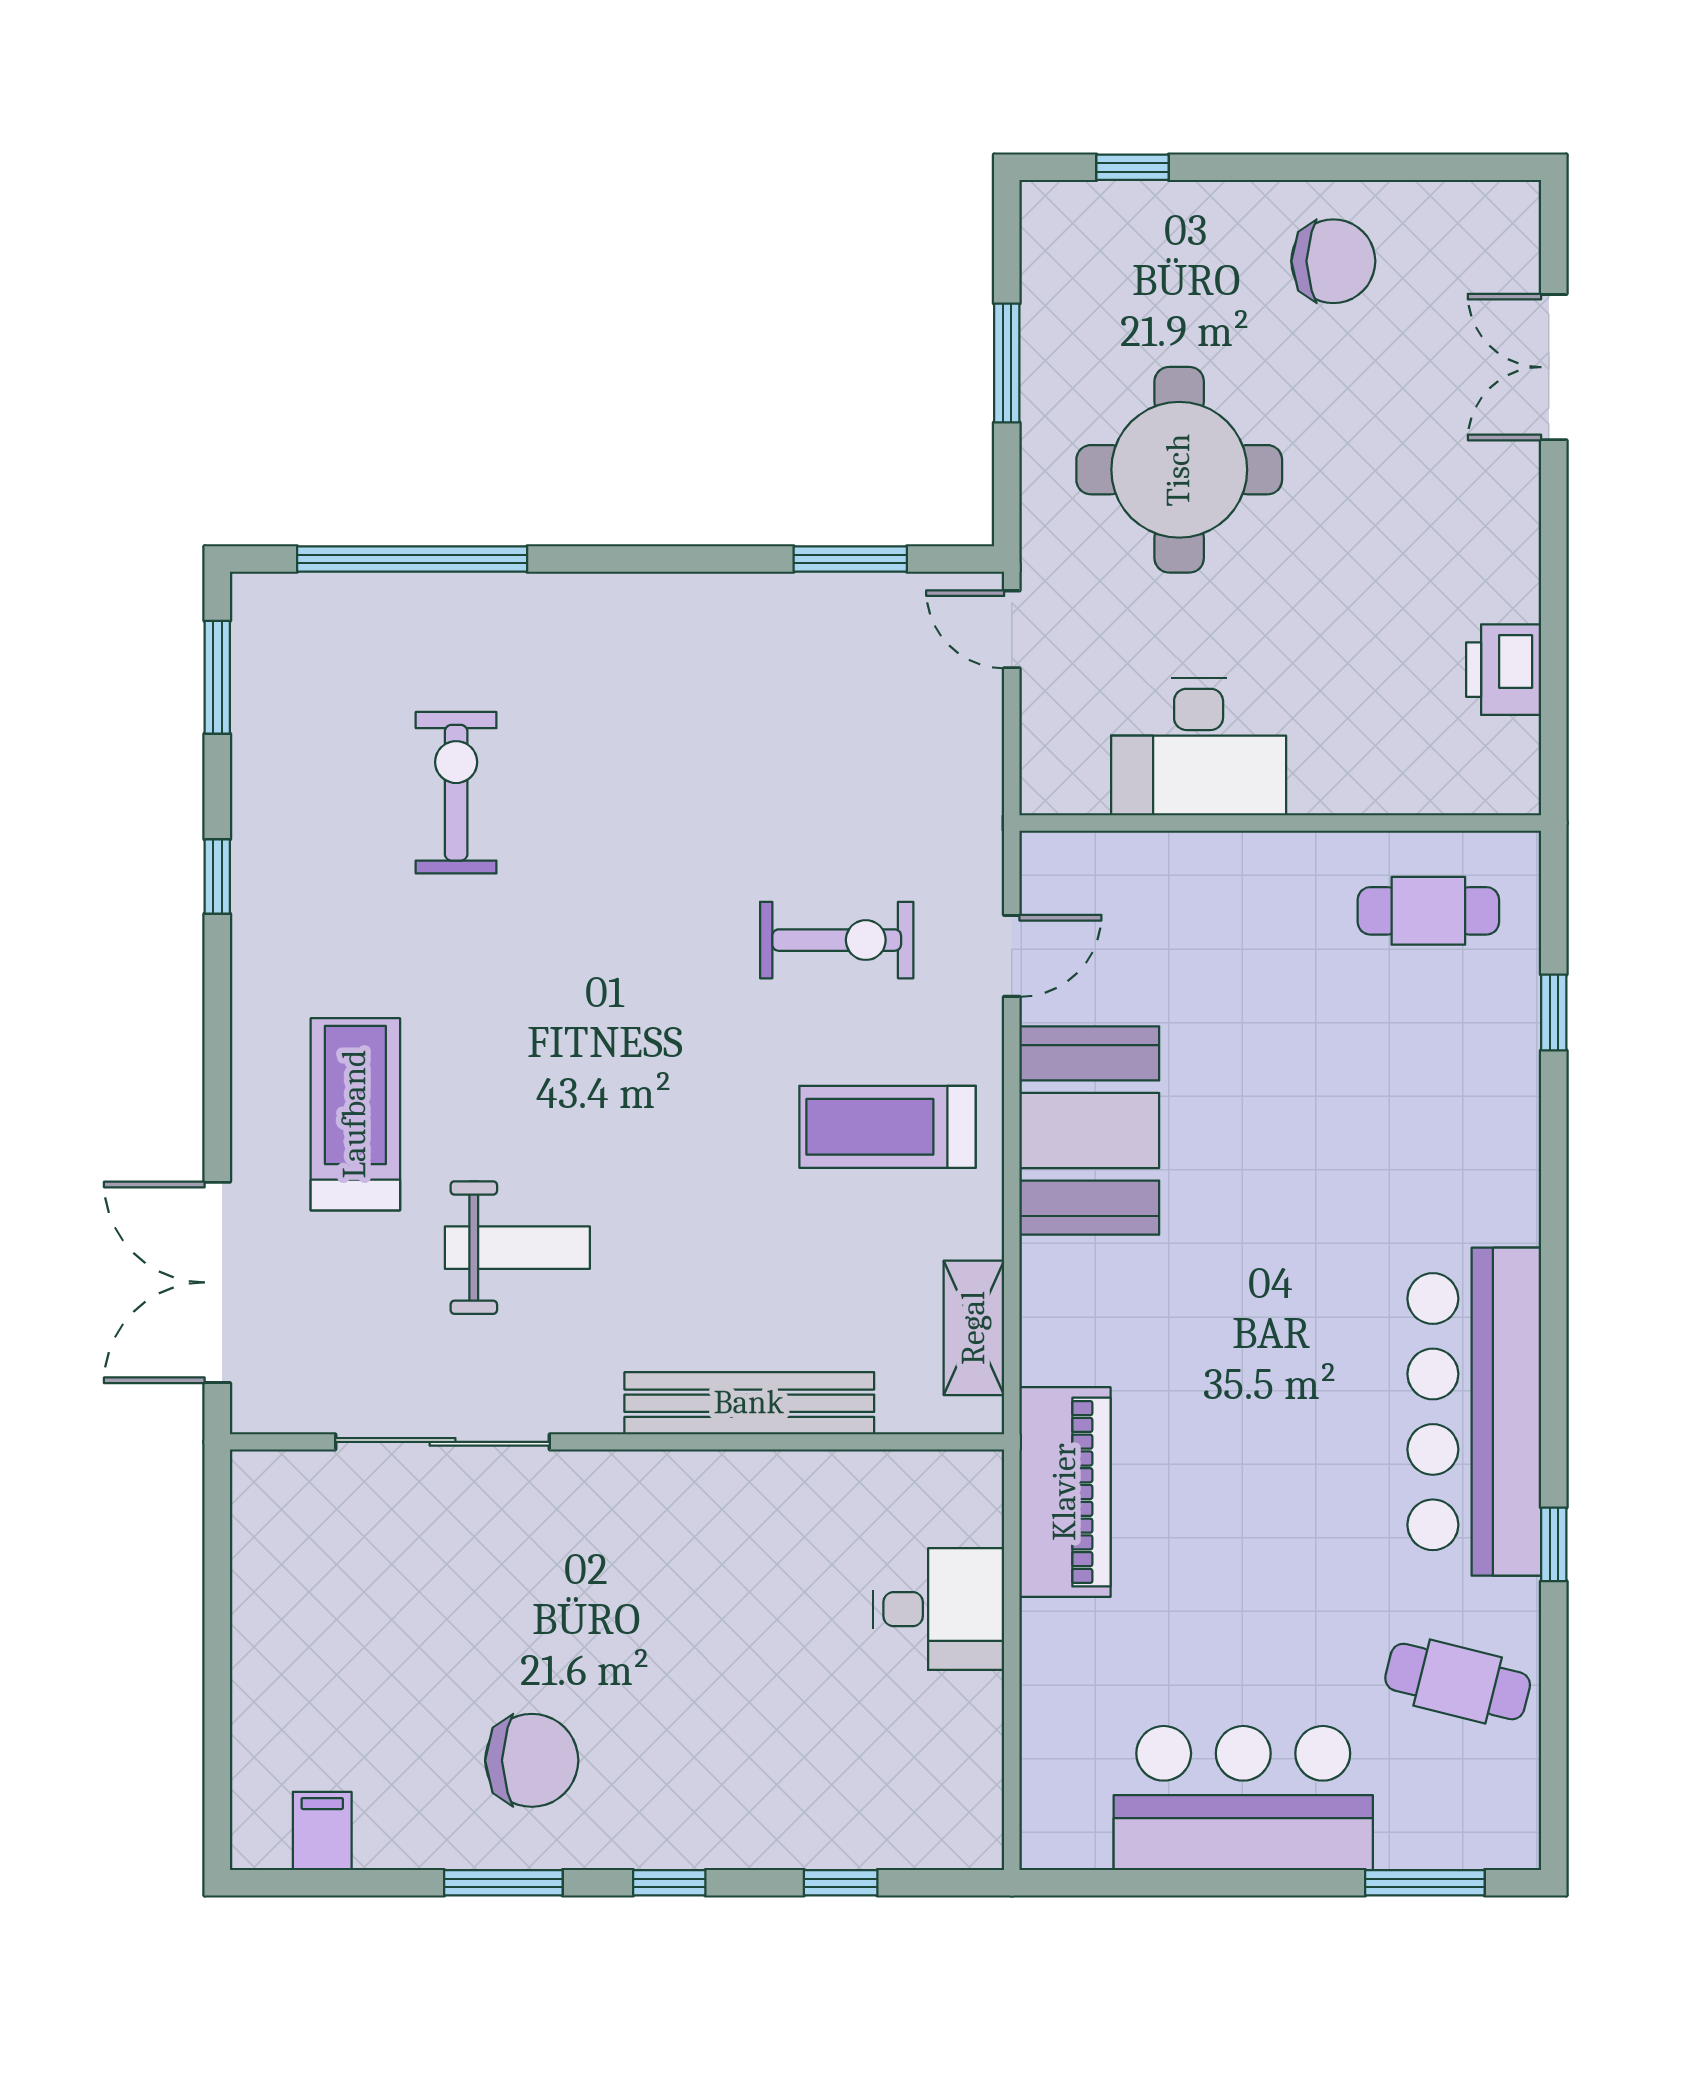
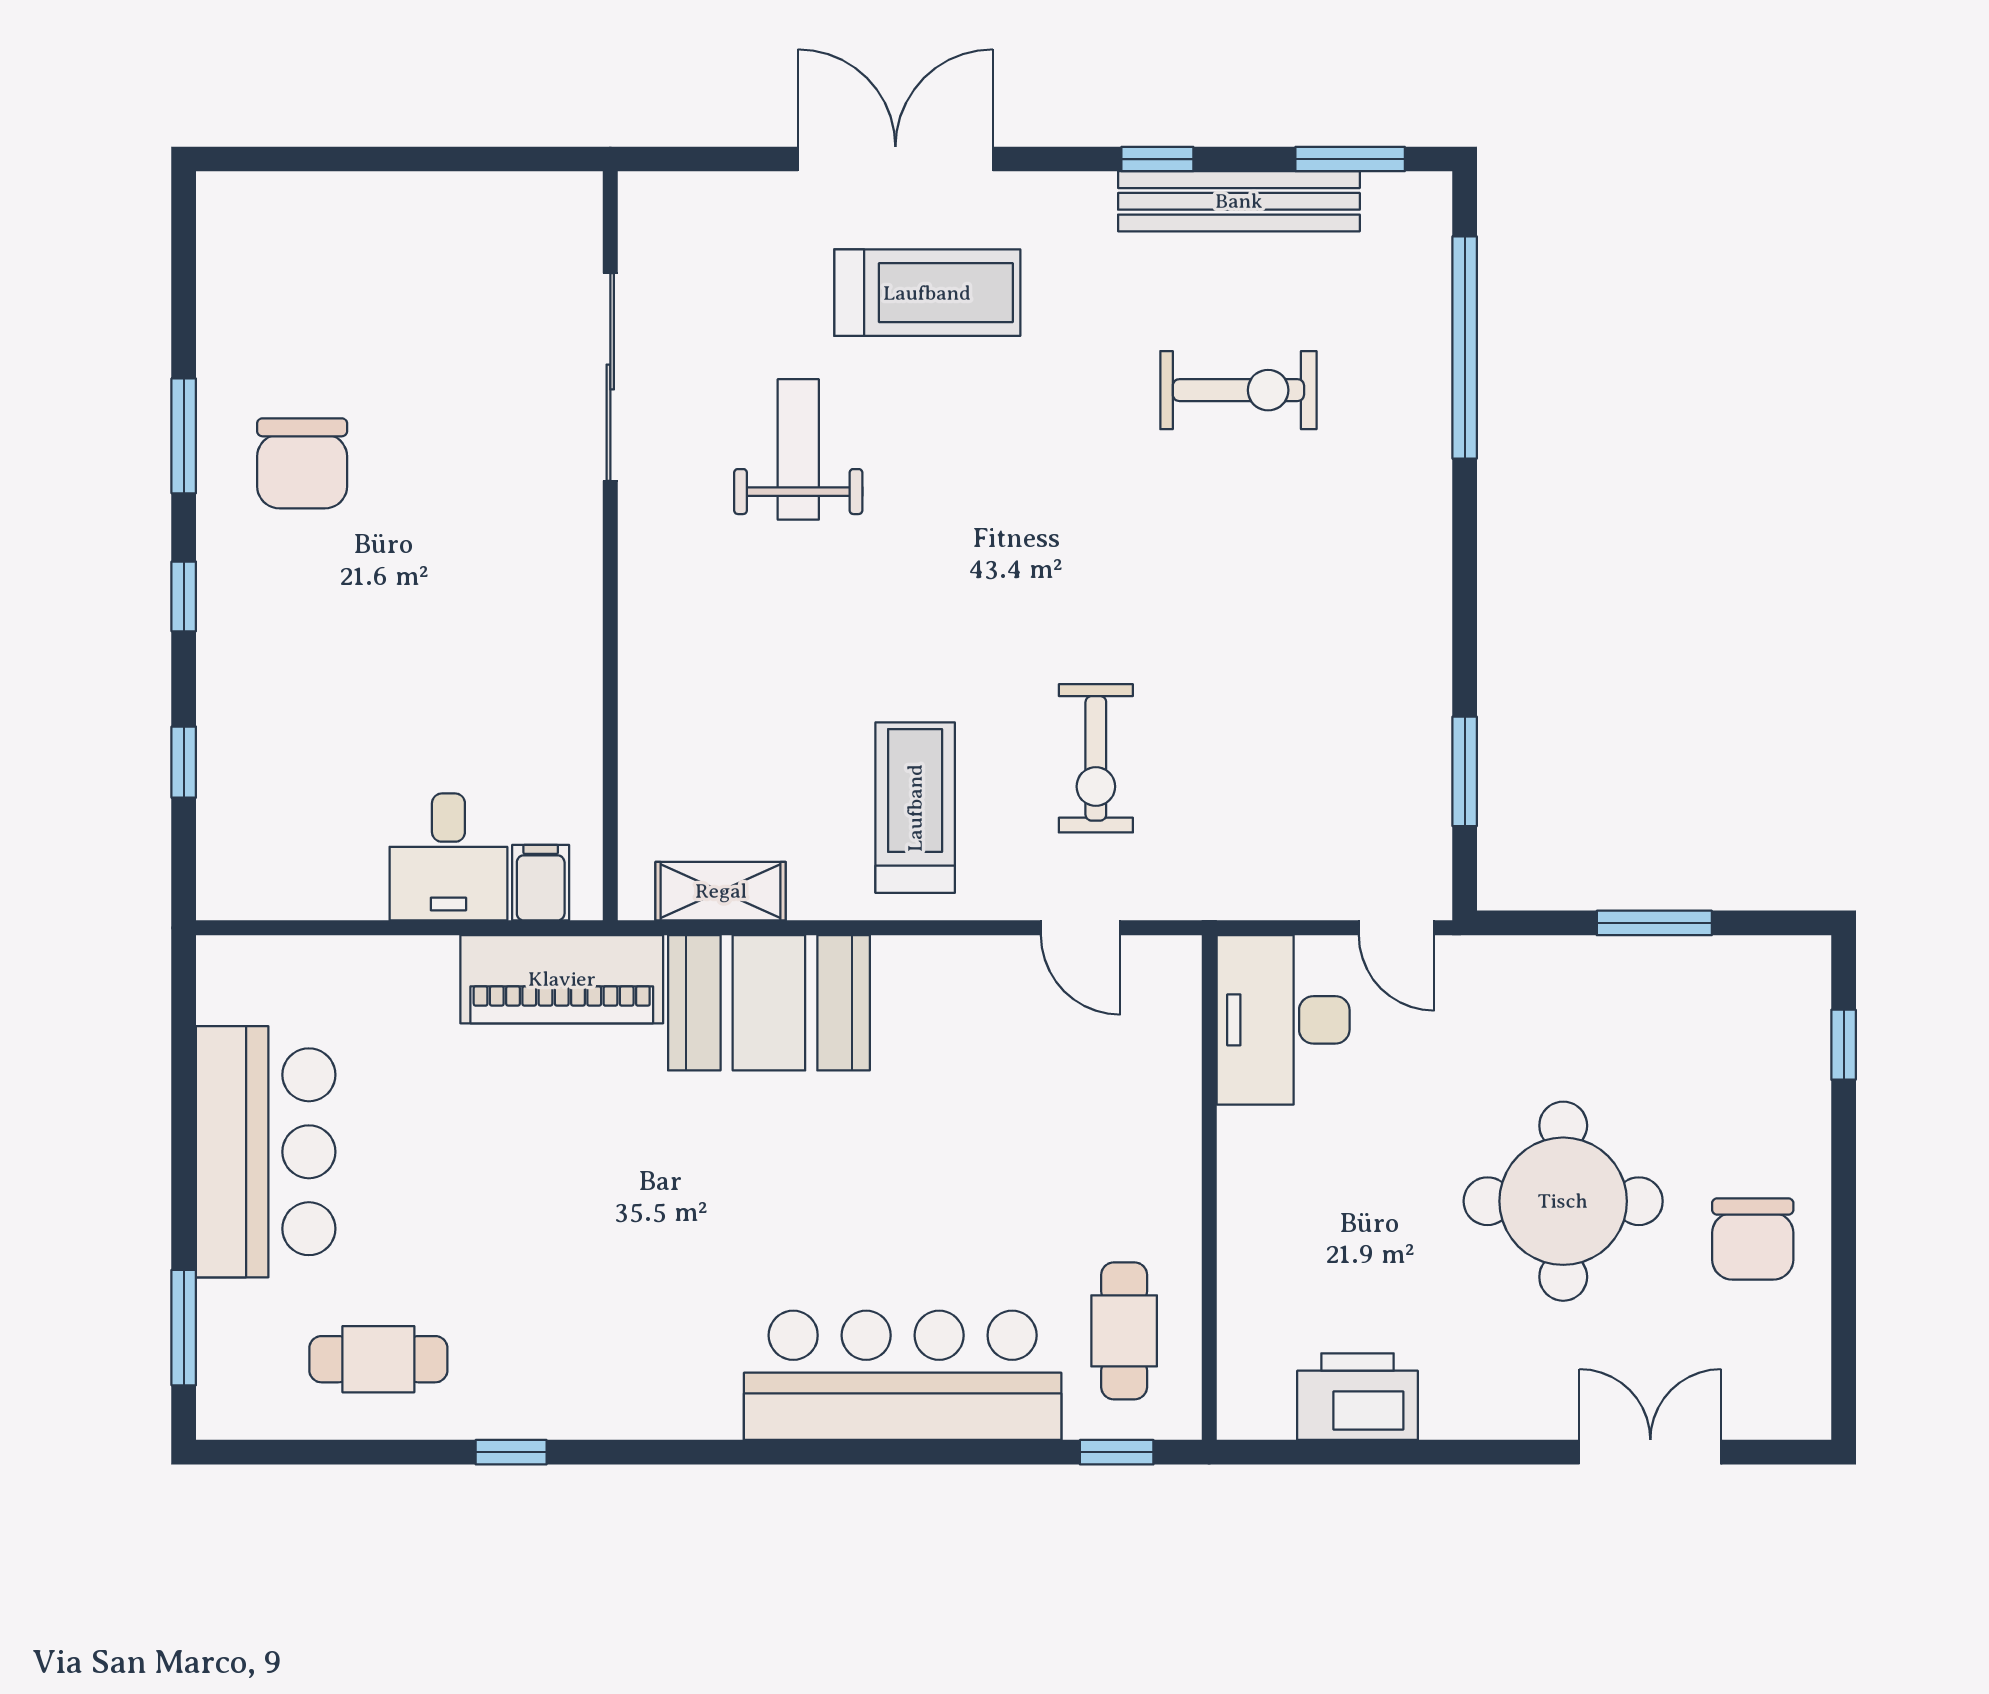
round table: (1179, 470) -> (1563, 1201), moved
door: (1012, 629) -> (1397, 928), swing flipped
printer: (1504, 670) -> (1358, 1397), width x1.37, depth x1.19
desk: (1199, 747) -> (1283, 1020), moved
window: (1554, 1013) -> (1117, 1452), moved
booth: (1089, 1130) -> (769, 1003), moved
weight bench: (517, 1248) -> (798, 449), turned 180
double door: (217, 1282) -> (895, 159), moved
bench: (749, 1403) -> (1239, 201), moved, turned 90
bar counter: (1474, 1412) -> (903, 1375), moved
cafe table: (1458, 1682) -> (378, 1359), turned 76
filing cabinet: (322, 1831) -> (541, 883), moved, turned -90

